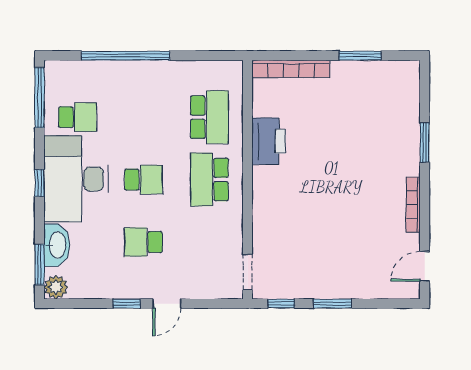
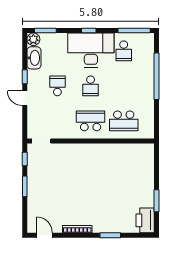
bookcase: (291, 69) -> (149, 164), removed
printer: (269, 141) -> (145, 220), moved, turned 90
washbasin: (57, 245) -> (34, 58), moved, turned -90

